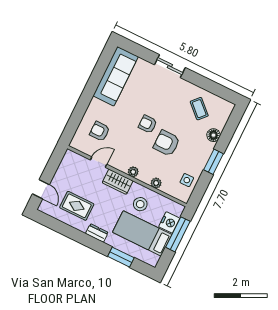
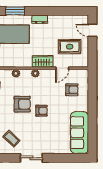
sliding door: (170, 66) -> (31, 158), moved
stool: (140, 204) -> (20, 54), removed
rug: (77, 206) -> (70, 47), moved

